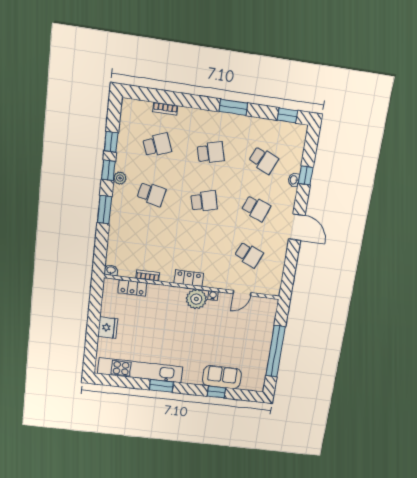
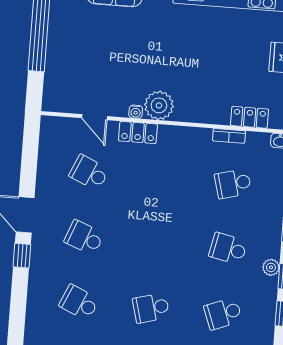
window: (306, 175) -> (22, 256), moved
washbasin: (294, 180) -> (35, 279), removed
school desk: (204, 201) -> (233, 184), moved
locker: (189, 278) -> (138, 132), moved
door: (242, 293) -> (95, 117), swing flipped

